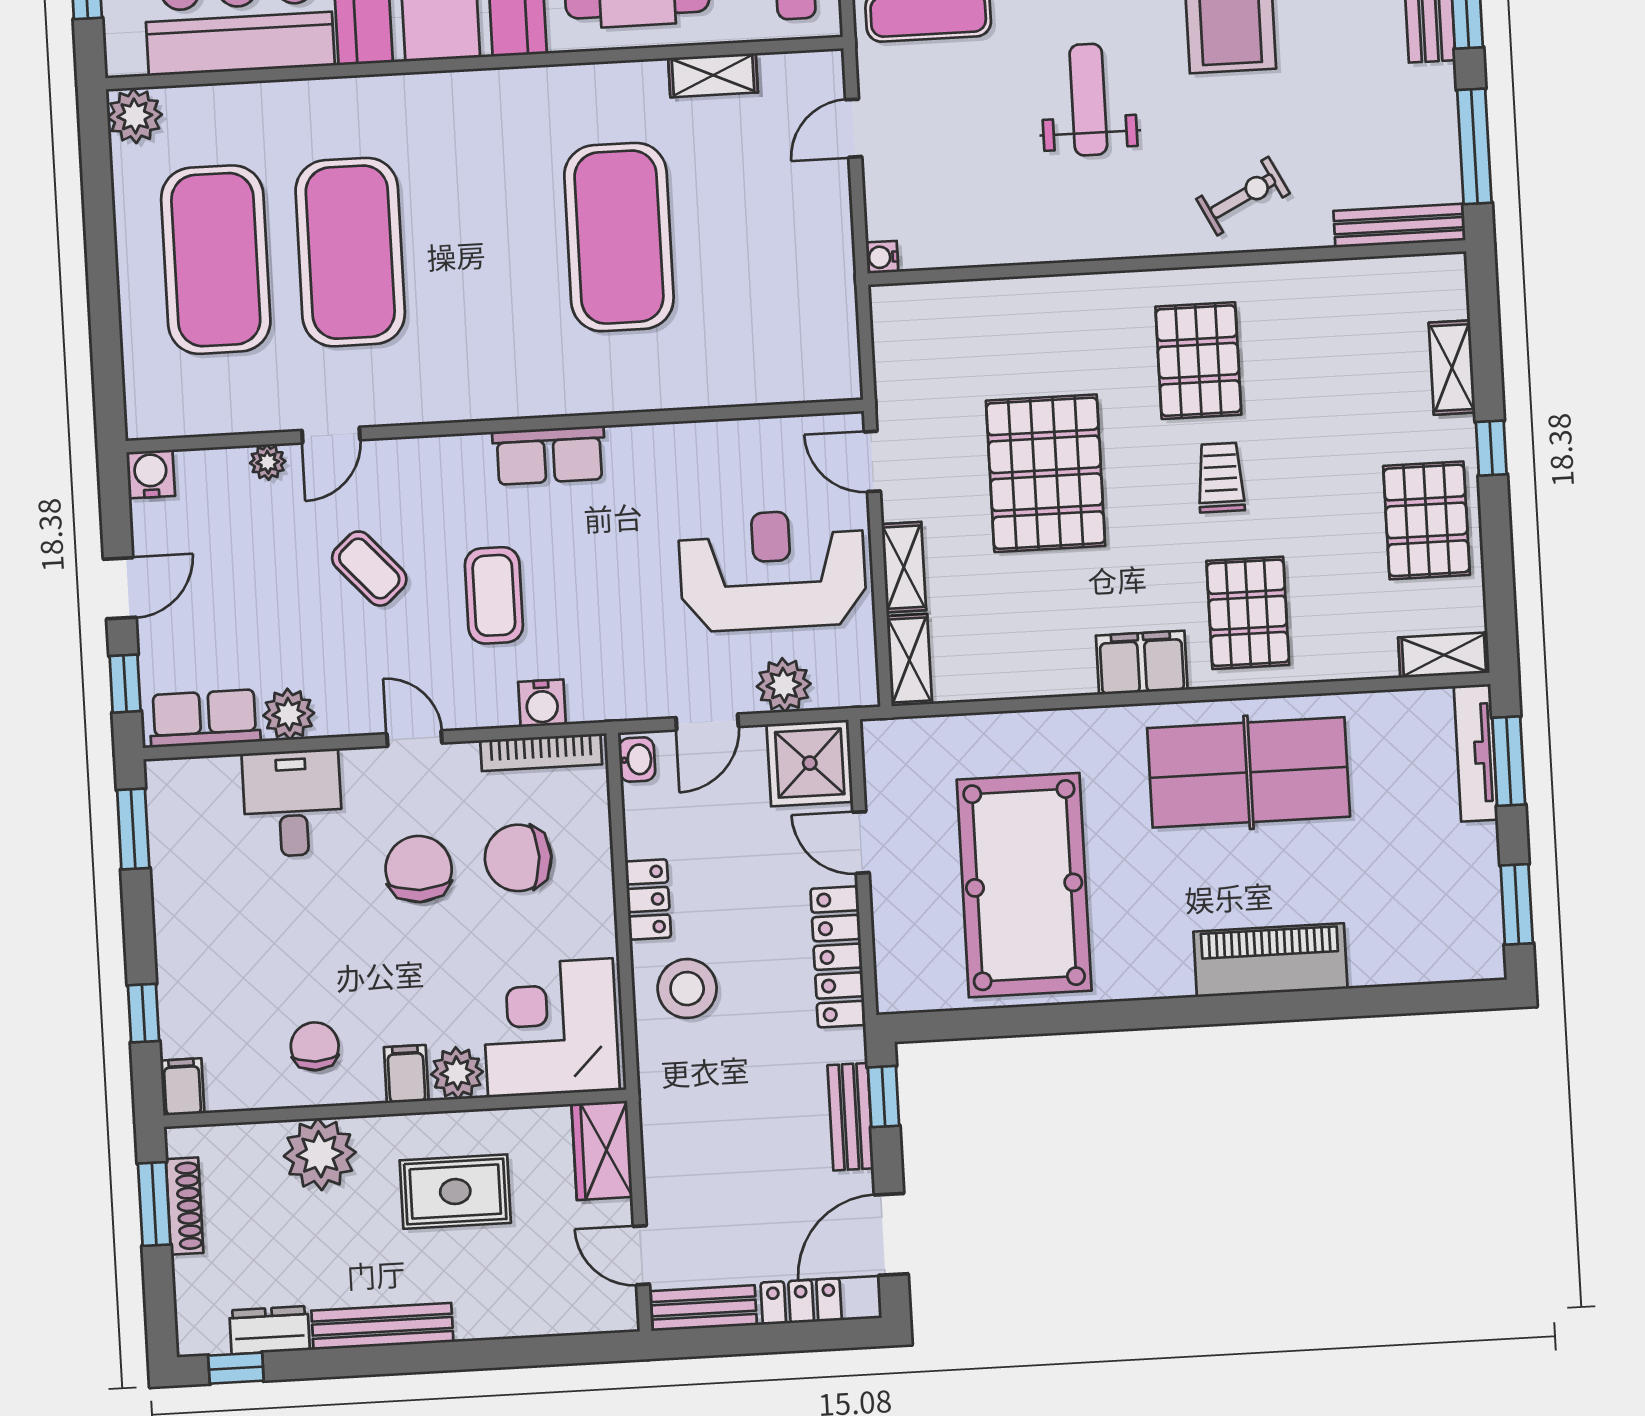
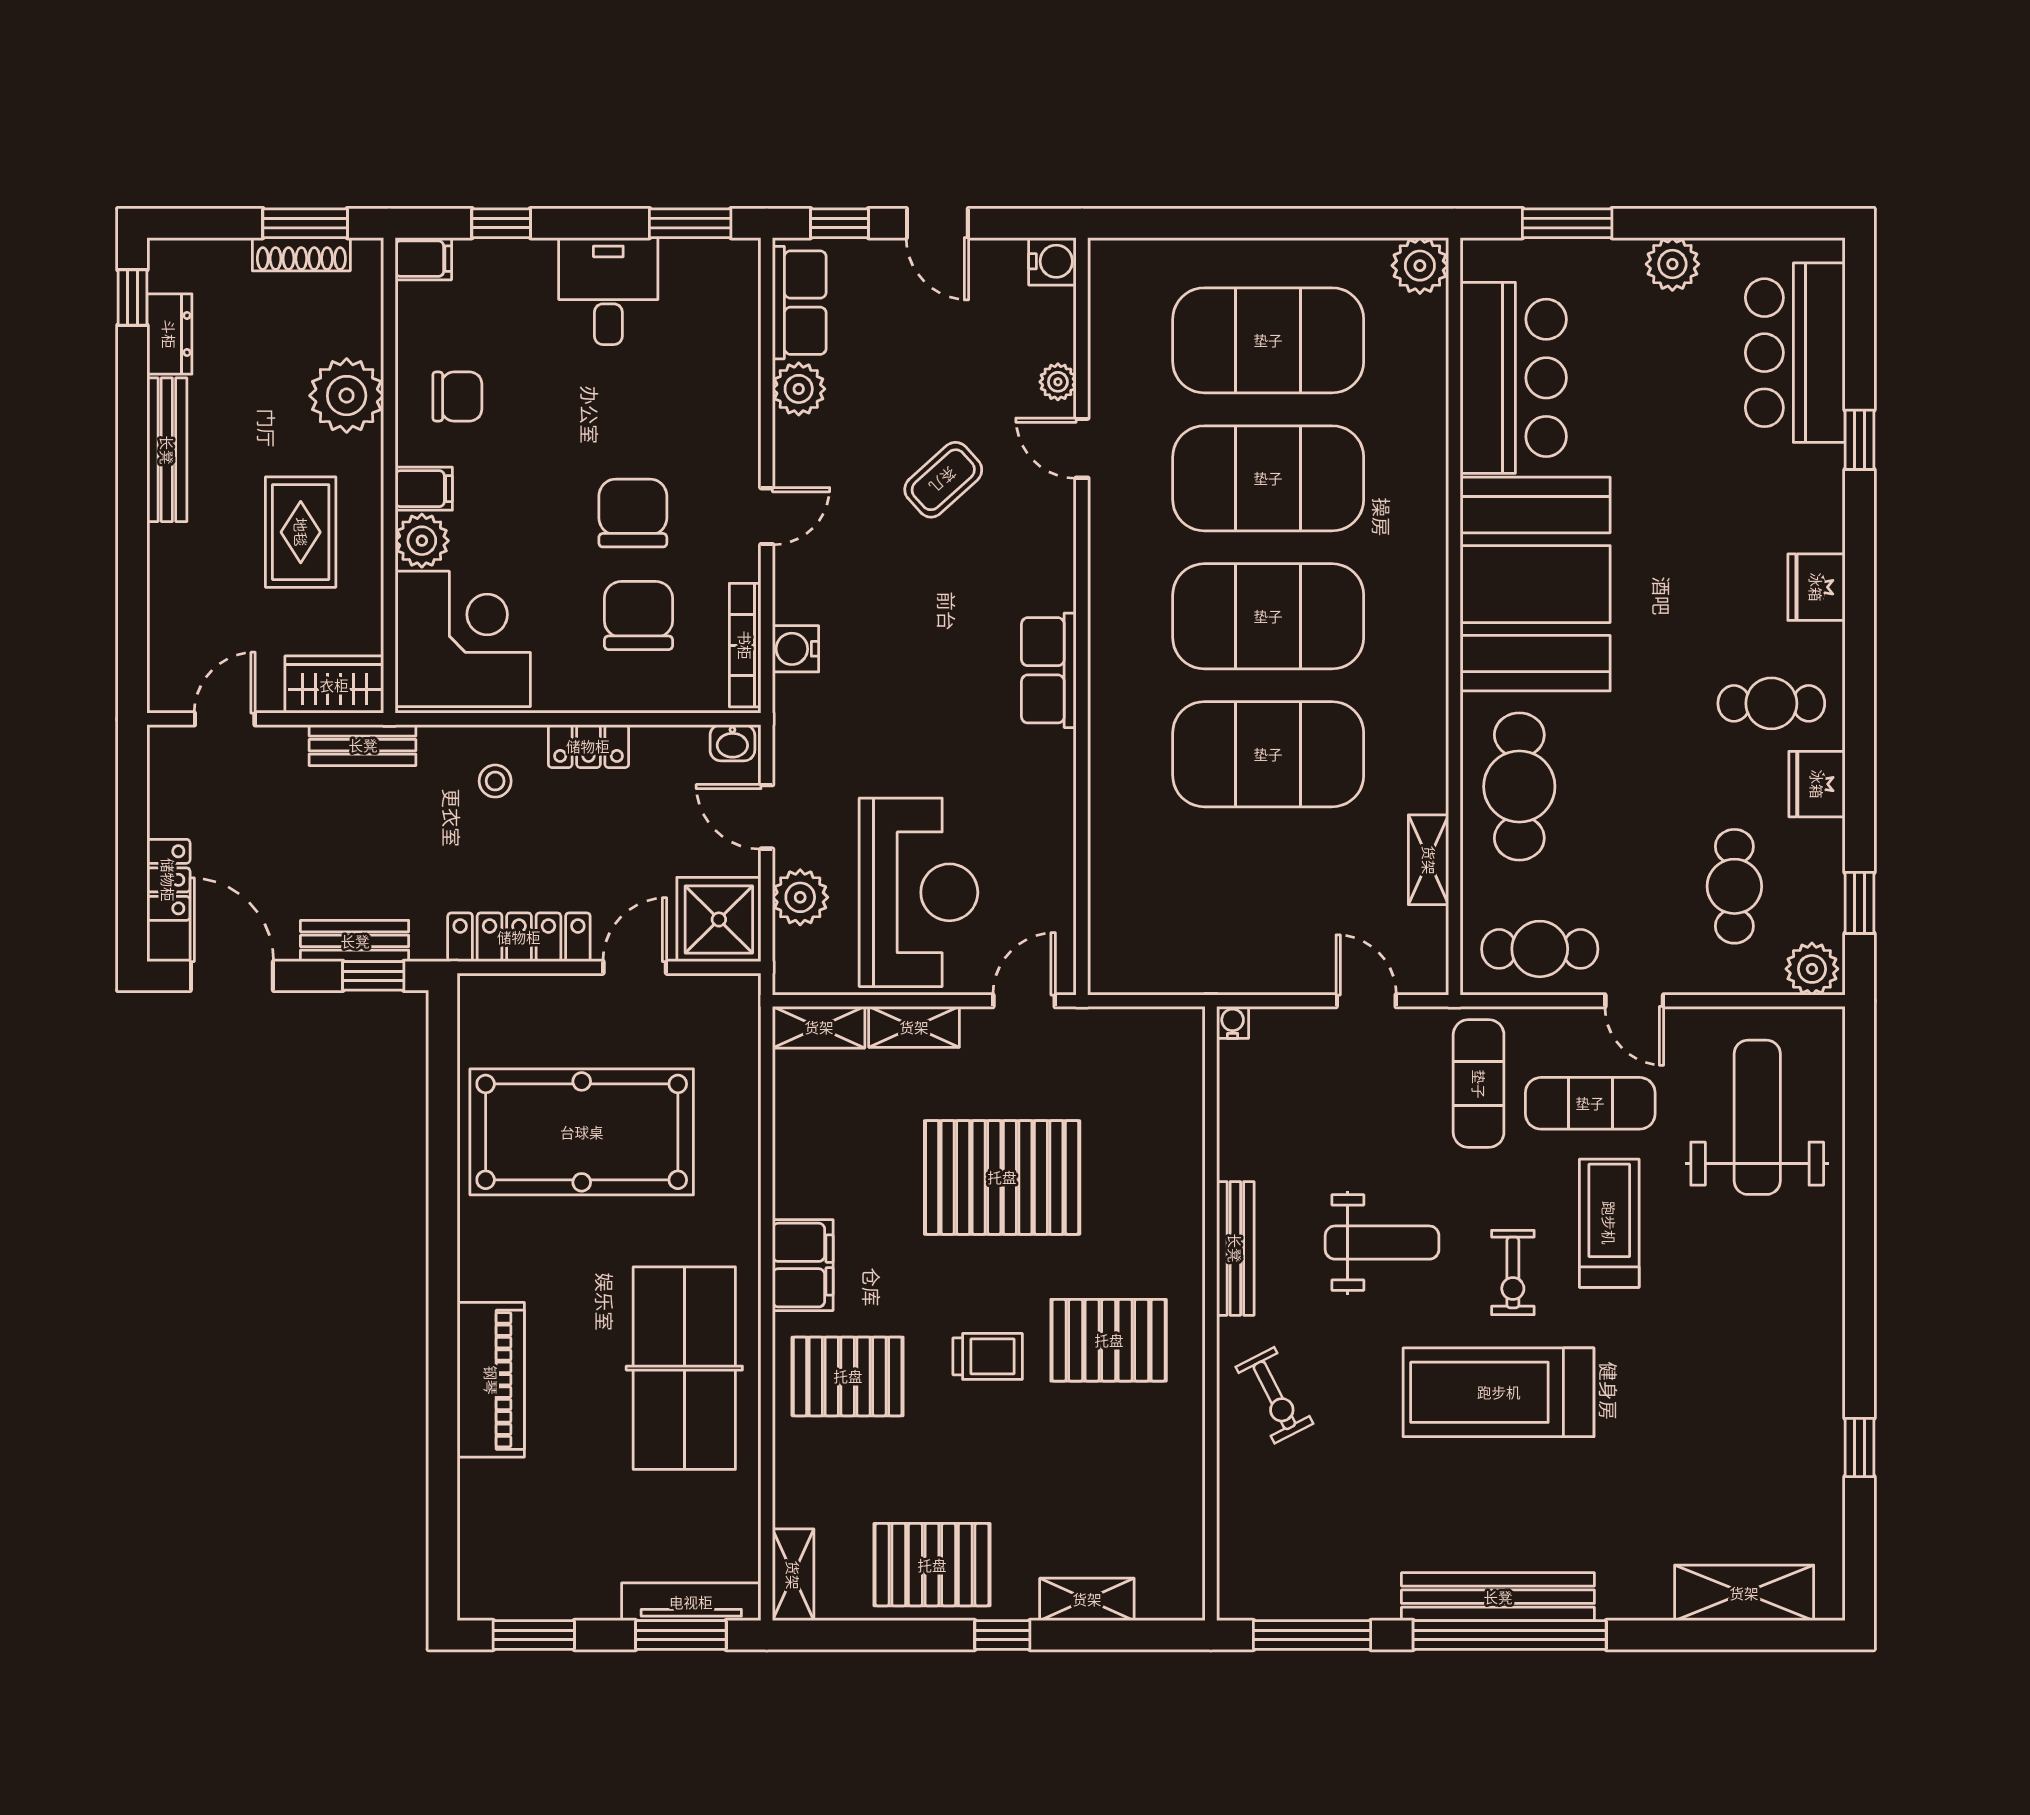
bench: (1399, 226) -> (1235, 1248), moved
exercise mat: (485, 245) -> (1268, 616), added
coffee table: (494, 595) -> (909, 606), removed
desk: (293, 803) -> (608, 291), moved, turned -90
chair: (419, 869) -> (633, 513), turned -90
stool: (687, 989) -> (495, 781), width x0.53, depth x0.53
bench: (704, 1308) -> (363, 745), moved, turned 90

